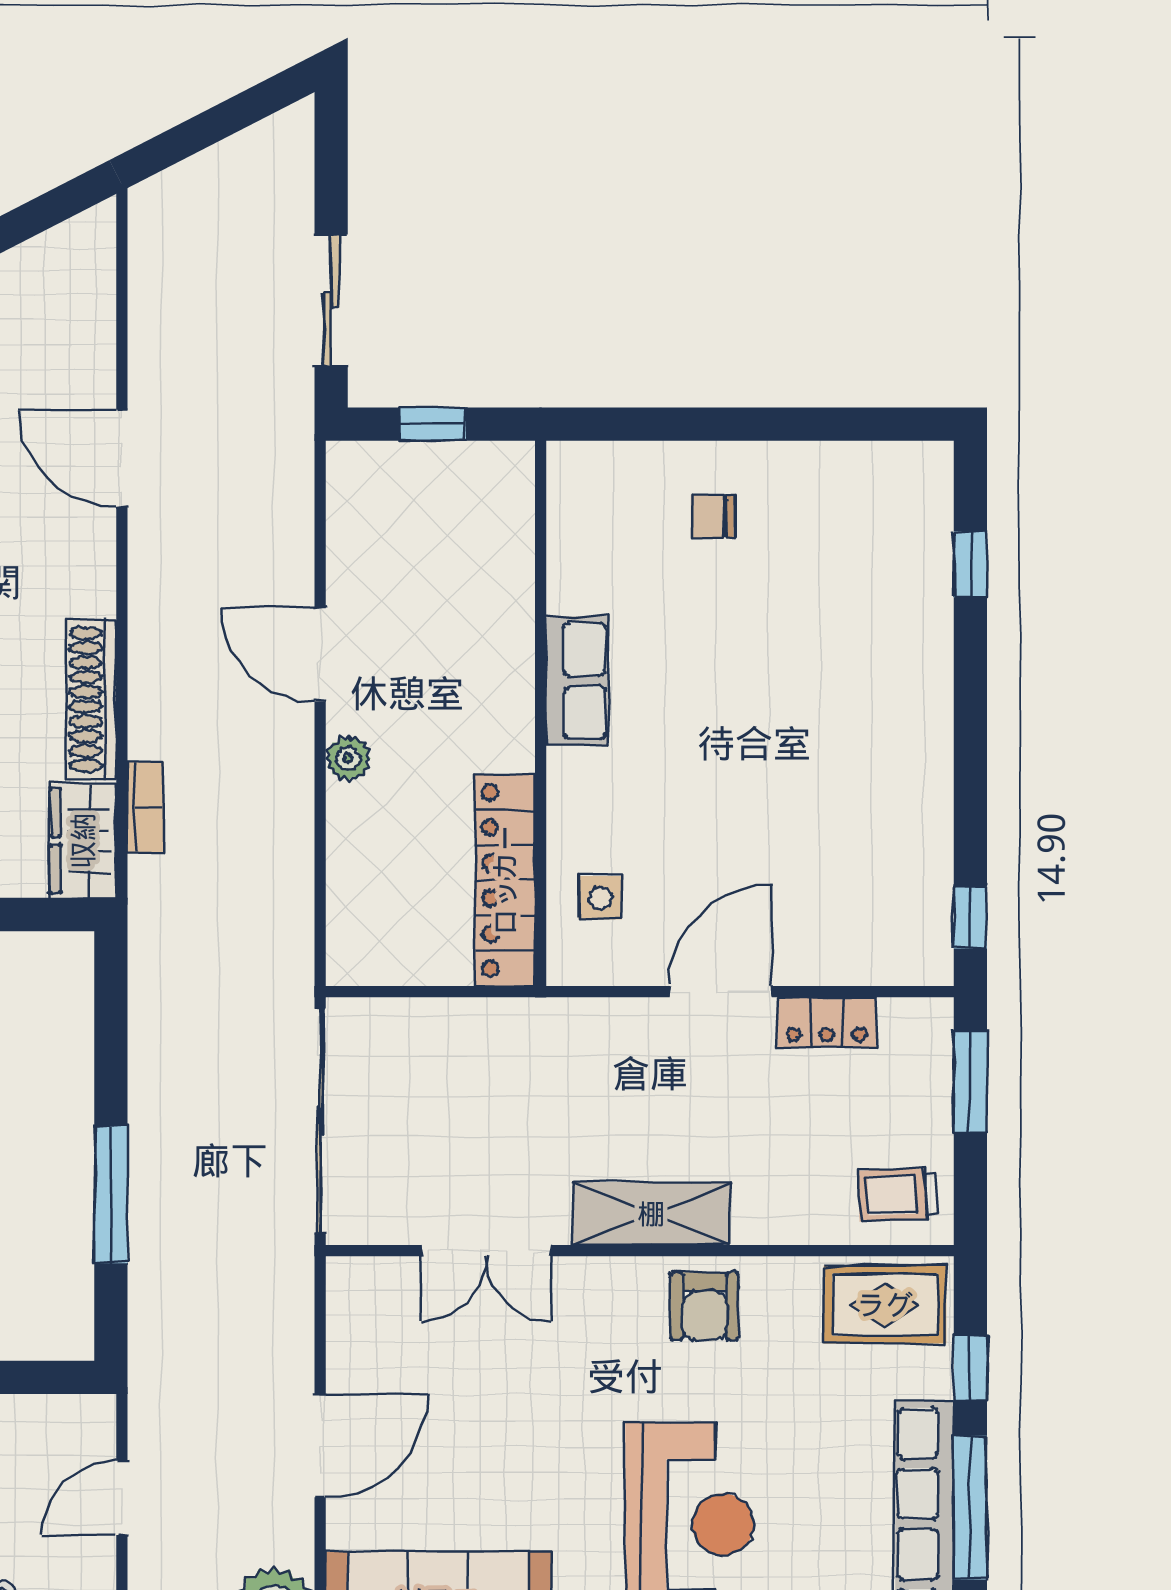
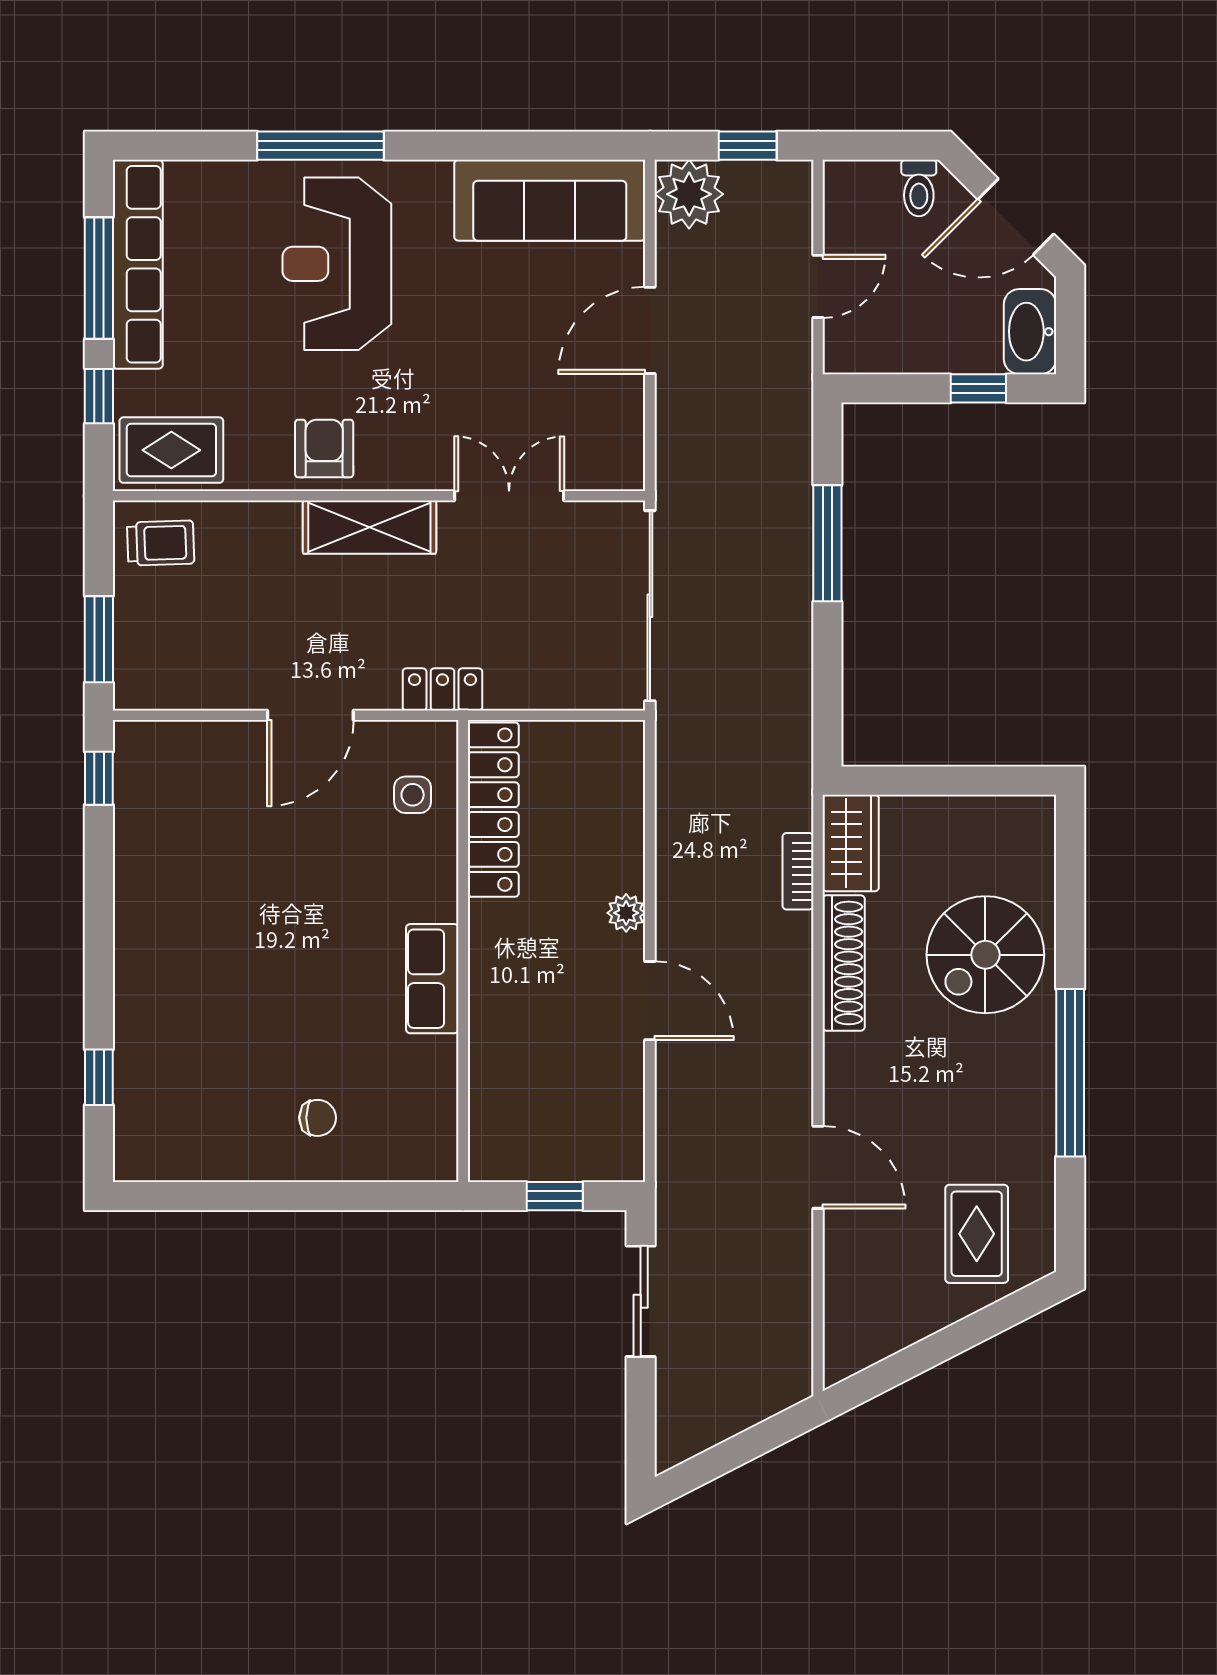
locker: (827, 1022) -> (442, 689), moved

